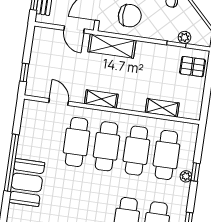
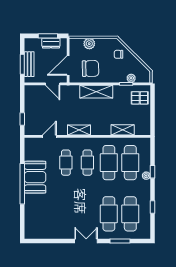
shelving: (112, 46) -> (96, 92), moved
door: (59, 102) -> (49, 136), hinge flipped
cafe table: (77, 142) -> (66, 163), width x0.73, depth x0.74
cafe table: (106, 146) -> (87, 163), width x0.73, depth x0.74
booth: (27, 182) -> (35, 177), moved

